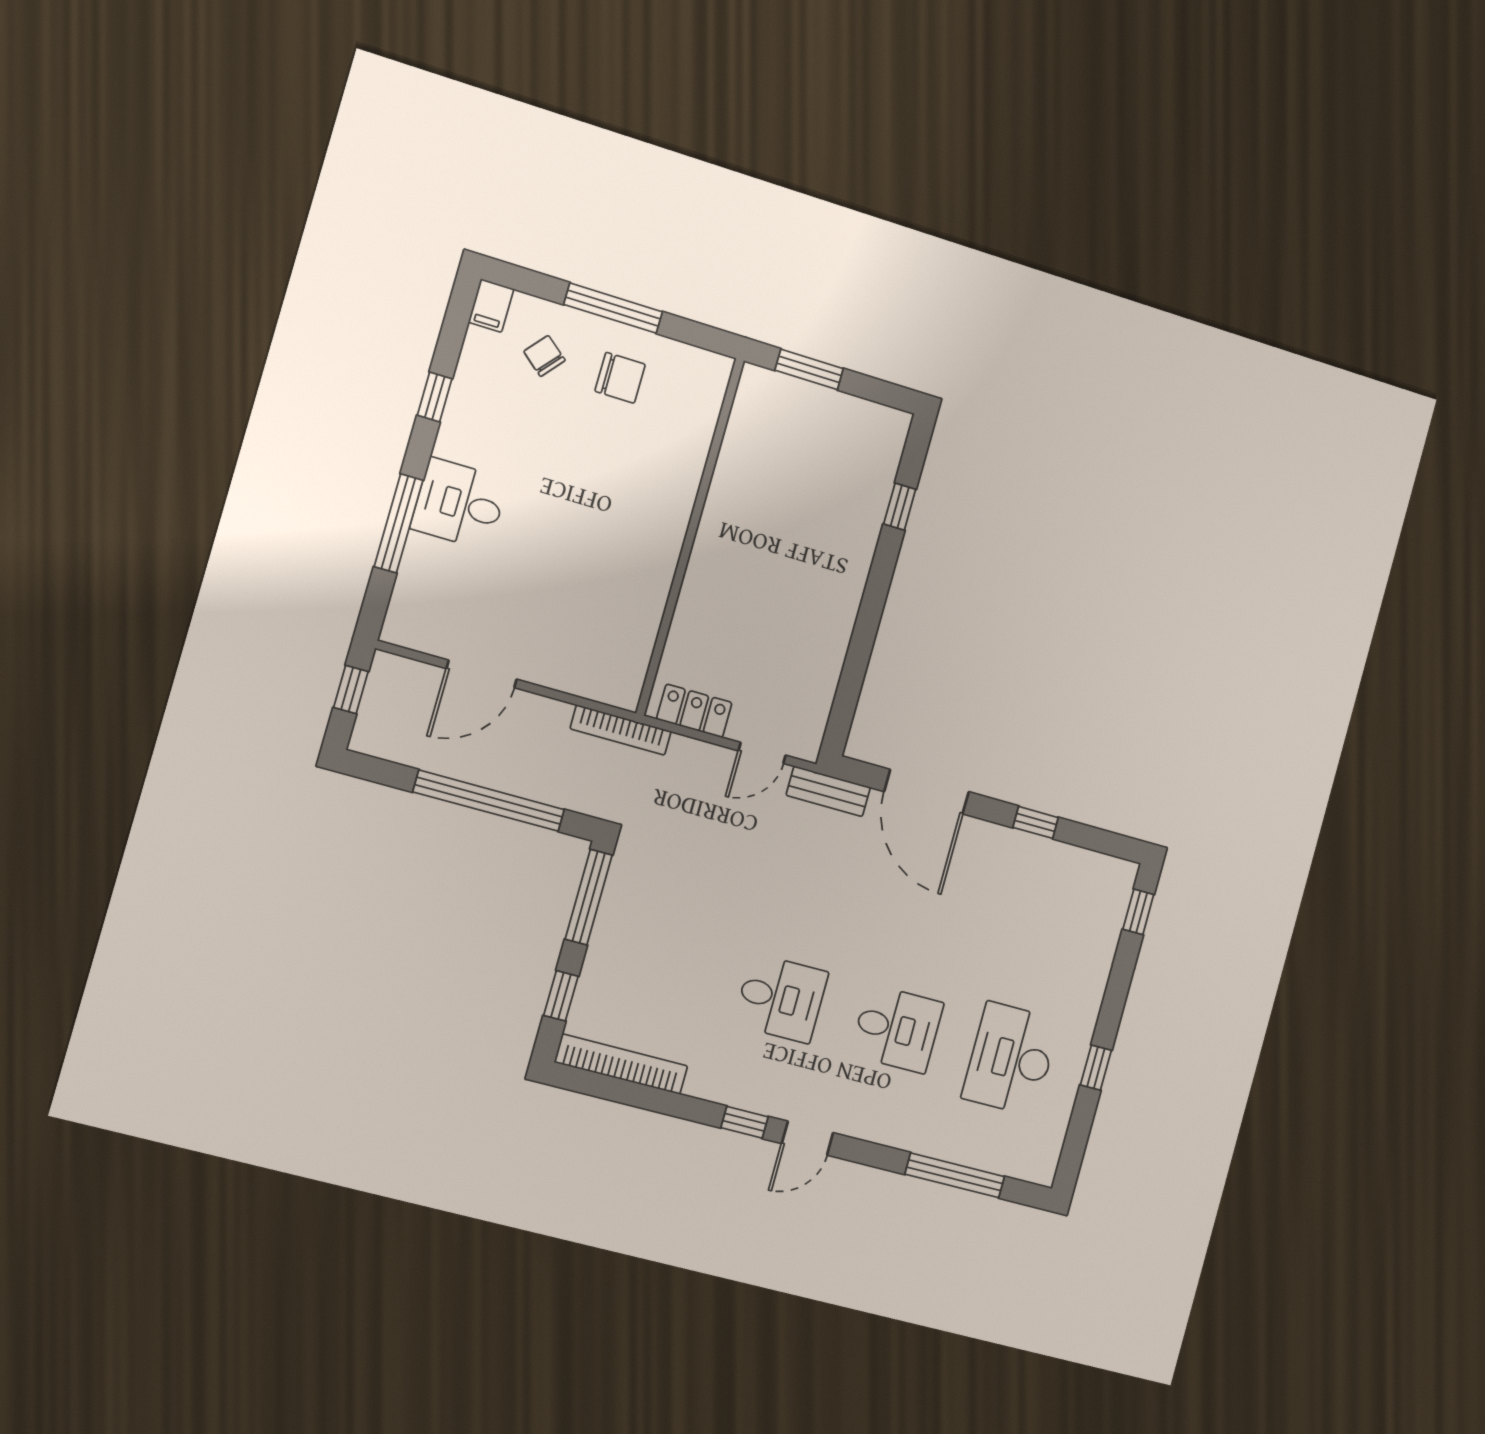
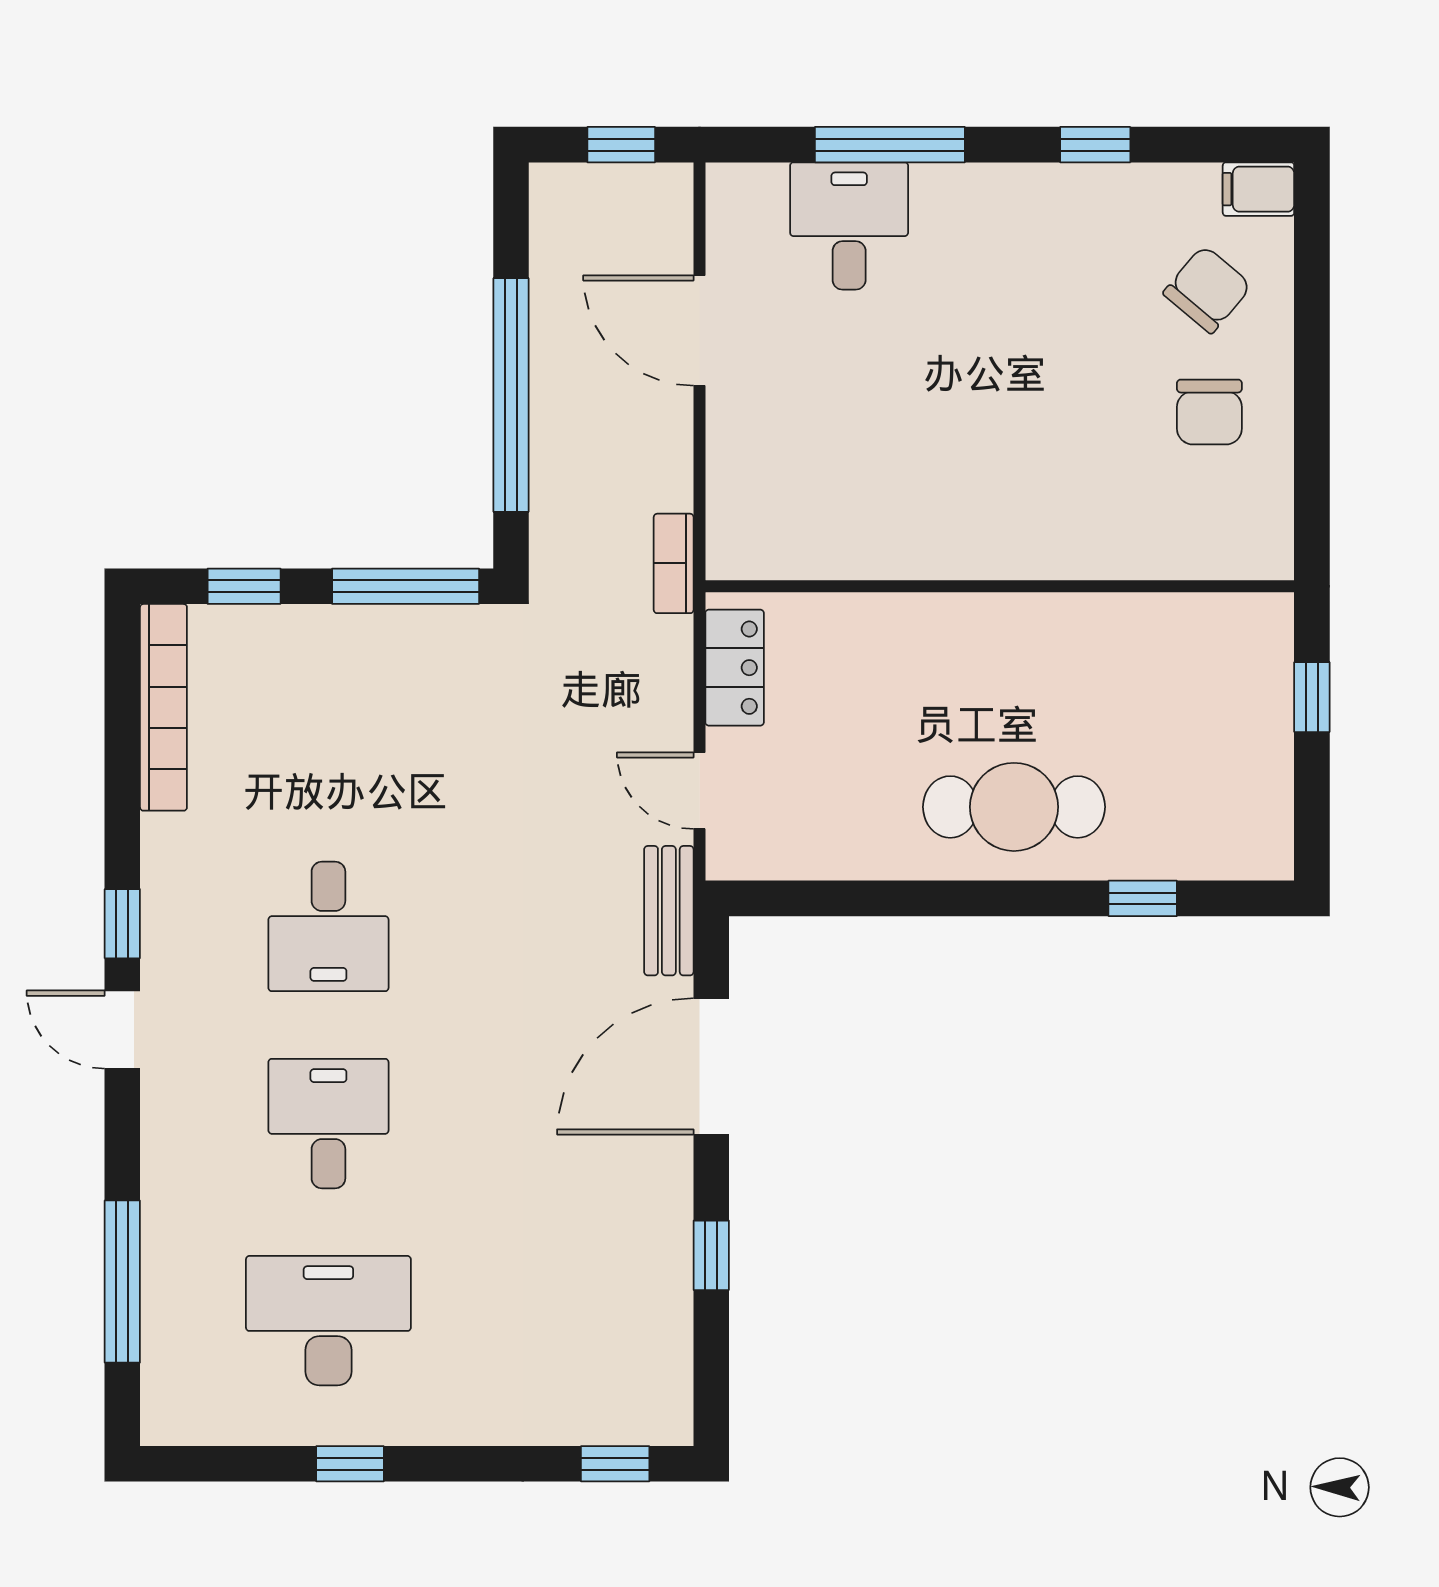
window: (613, 308) -> (1312, 372), removed
chair: (544, 356) -> (1207, 289), width x1.37, depth x1.37
window: (809, 369) -> (1312, 697), width x0.67
desk: (459, 504) -> (849, 226), moved
cafe table: (824, 567) -> (1014, 807), added
bookcase: (621, 730) -> (674, 563), width x0.64
desk: (897, 1029) -> (328, 1124), turned 180

